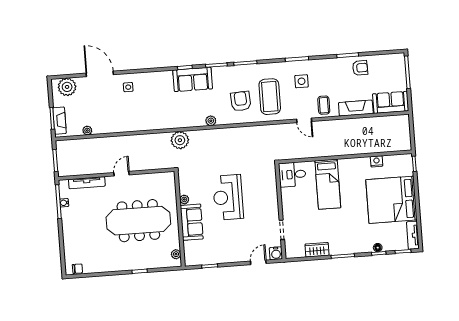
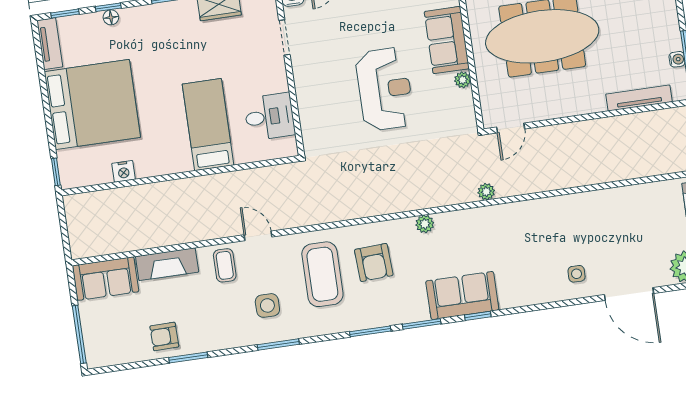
plant: (87, 130) -> (644, 191), removed
plant: (180, 140) -> (486, 192), width x0.53, depth x0.53
door: (122, 174) -> (511, 128), moved
desk: (292, 174) -> (269, 117), moved

